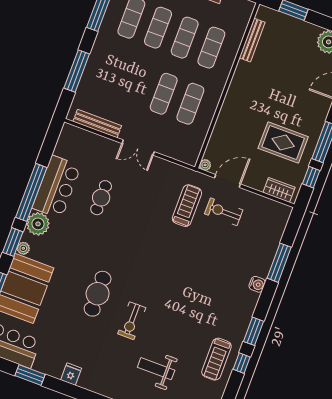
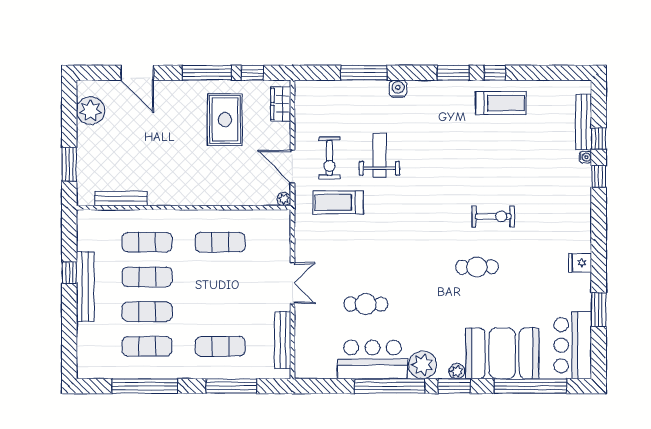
exercise mat: (164, 94) -> (220, 346), moved
cafe table: (98, 294) -> (477, 267), width x0.73, depth x0.74
weight bench: (156, 369) -> (380, 155), moved, turned 180

